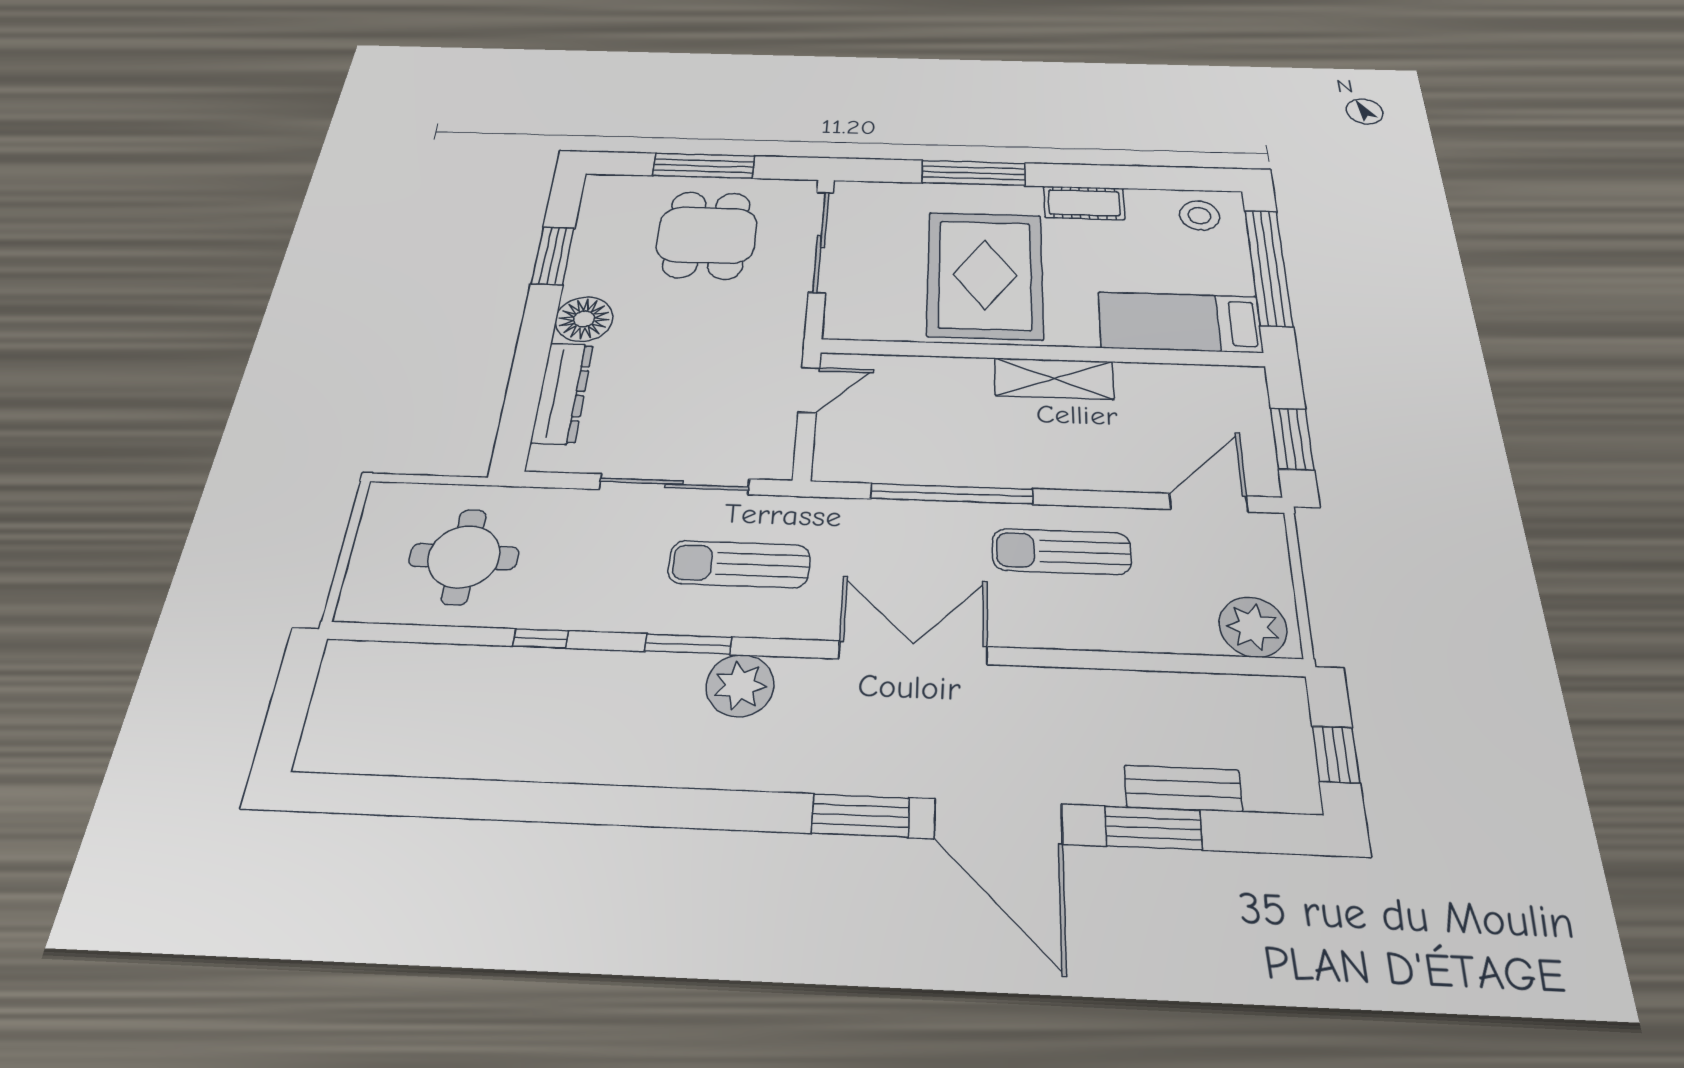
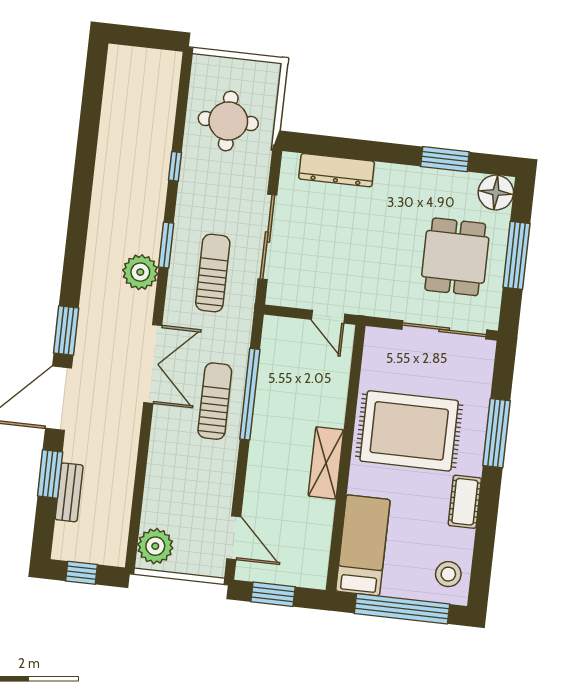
dining table: (707, 235) -> (455, 257), turned 90
floor lamp: (584, 319) -> (496, 193), moved
sun lounger: (1062, 552) -> (215, 401), moved

